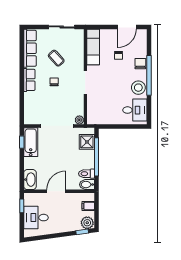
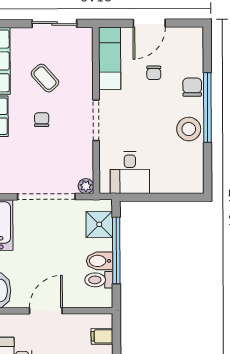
door: (127, 27) -> (149, 23), moved
desk: (135, 110) -> (130, 173), moved, turned 90
bidet: (87, 185) -> (99, 261), moved

